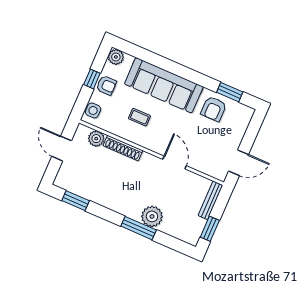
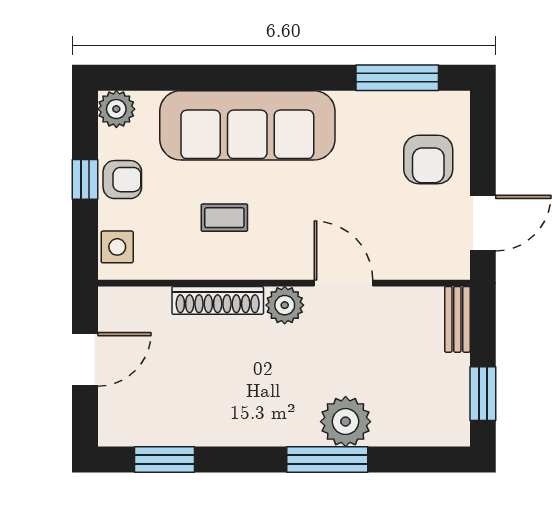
window: (230, 92) -> (397, 78), width x1.44
armchair: (214, 109) -> (428, 160), moved
plant: (96, 139) -> (285, 305), moved
door: (62, 149) -> (85, 359), swing flipped
bench: (210, 200) -> (457, 319), width x0.73

